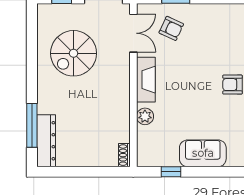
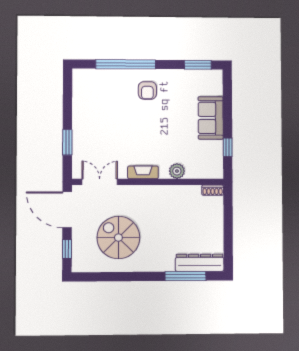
armchair: (171, 28) -> (95, 147), removed
spiral stairs: (74, 53) -> (118, 238), turned 180
fireplace: (146, 80) -> (143, 172), width x0.73, depth x0.76

